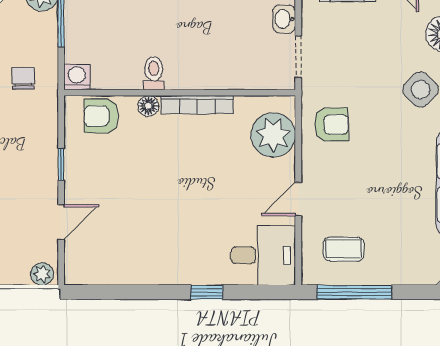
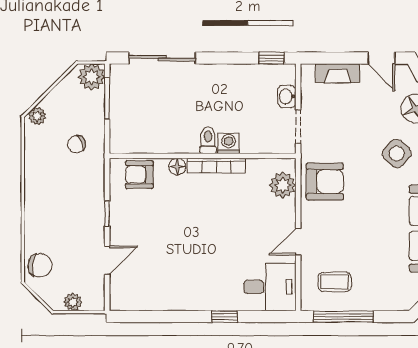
toilet: (154, 73) -> (208, 140), moved
washing machine: (77, 77) -> (229, 143), moved
chair: (23, 78) -> (77, 144), turned -112
armchair: (331, 124) -> (325, 181), width x1.38, depth x1.38
plant: (273, 135) -> (283, 185), width x0.73, depth x0.73
plant: (42, 274) -> (73, 302), moved

